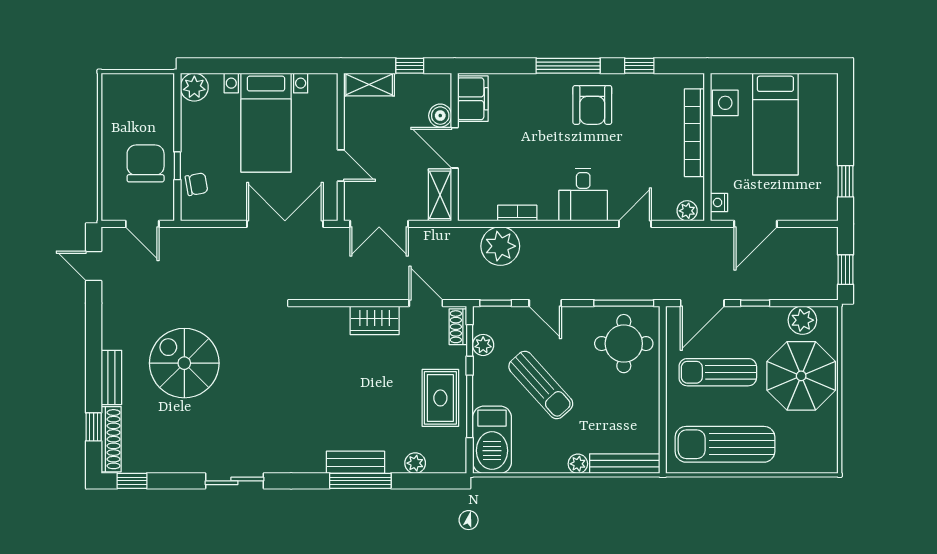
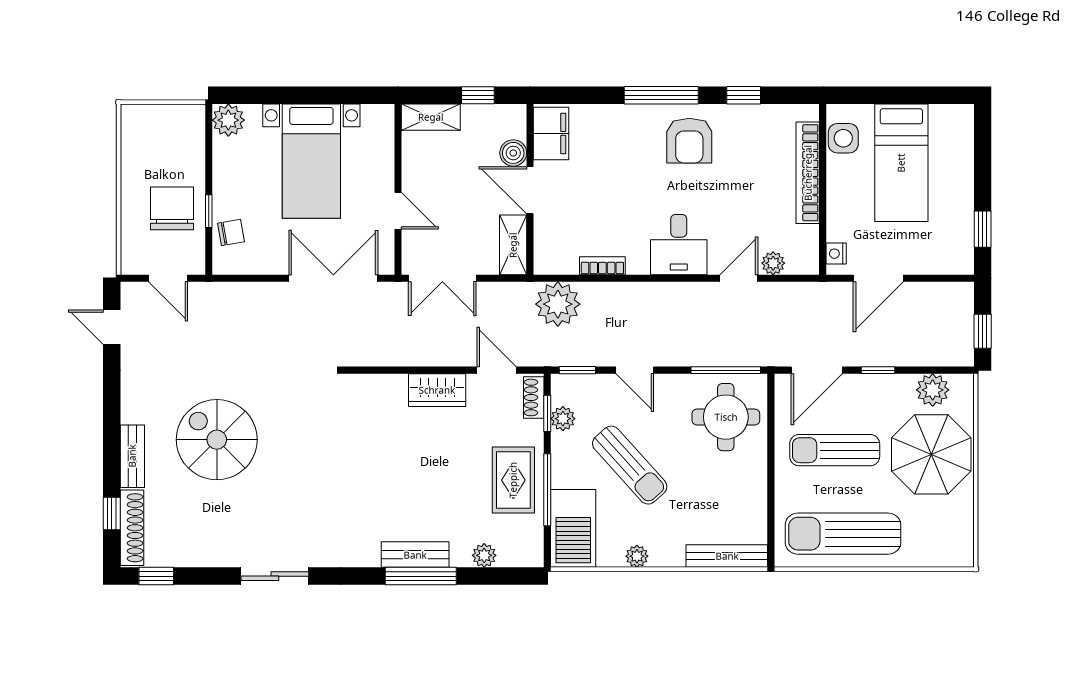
plant: (687, 211) -> (773, 263), moved
plant: (500, 246) -> (558, 304), moved
plant: (578, 464) -> (637, 556), moved

